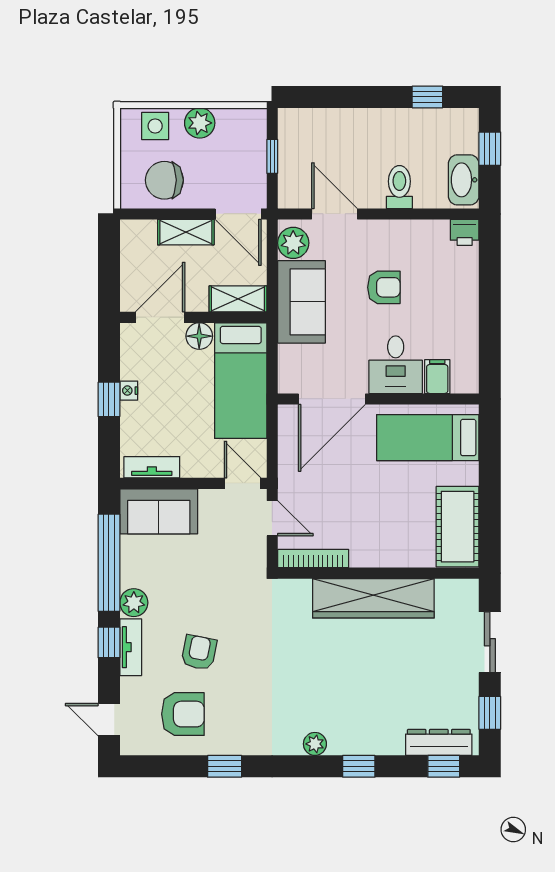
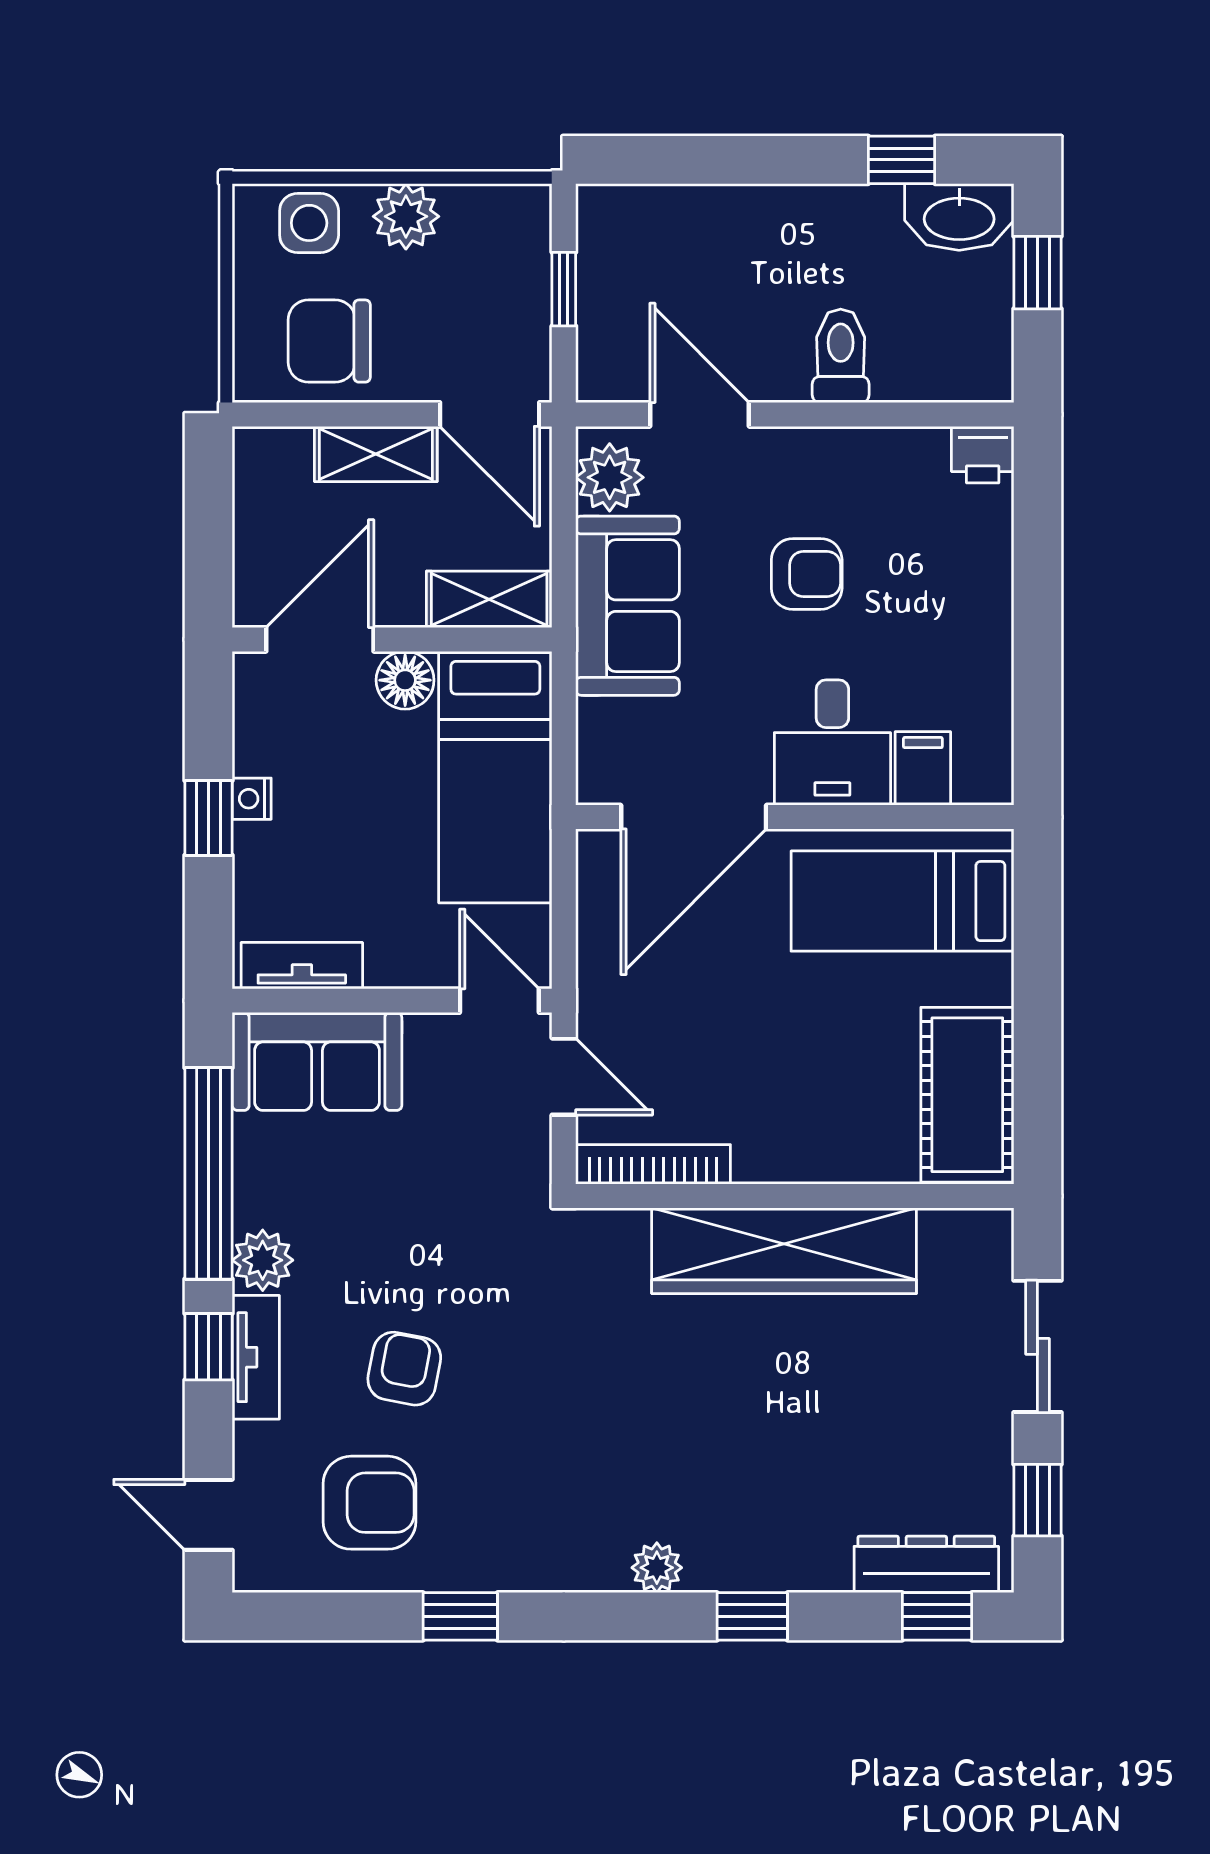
washbasin: (464, 180) -> (959, 217), moved, turned -90

